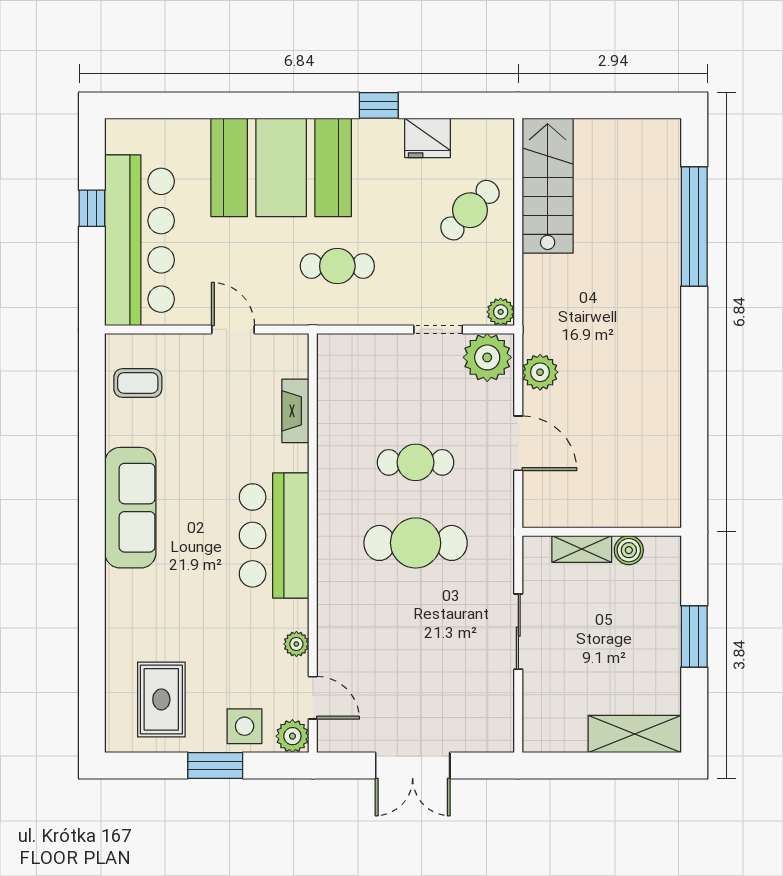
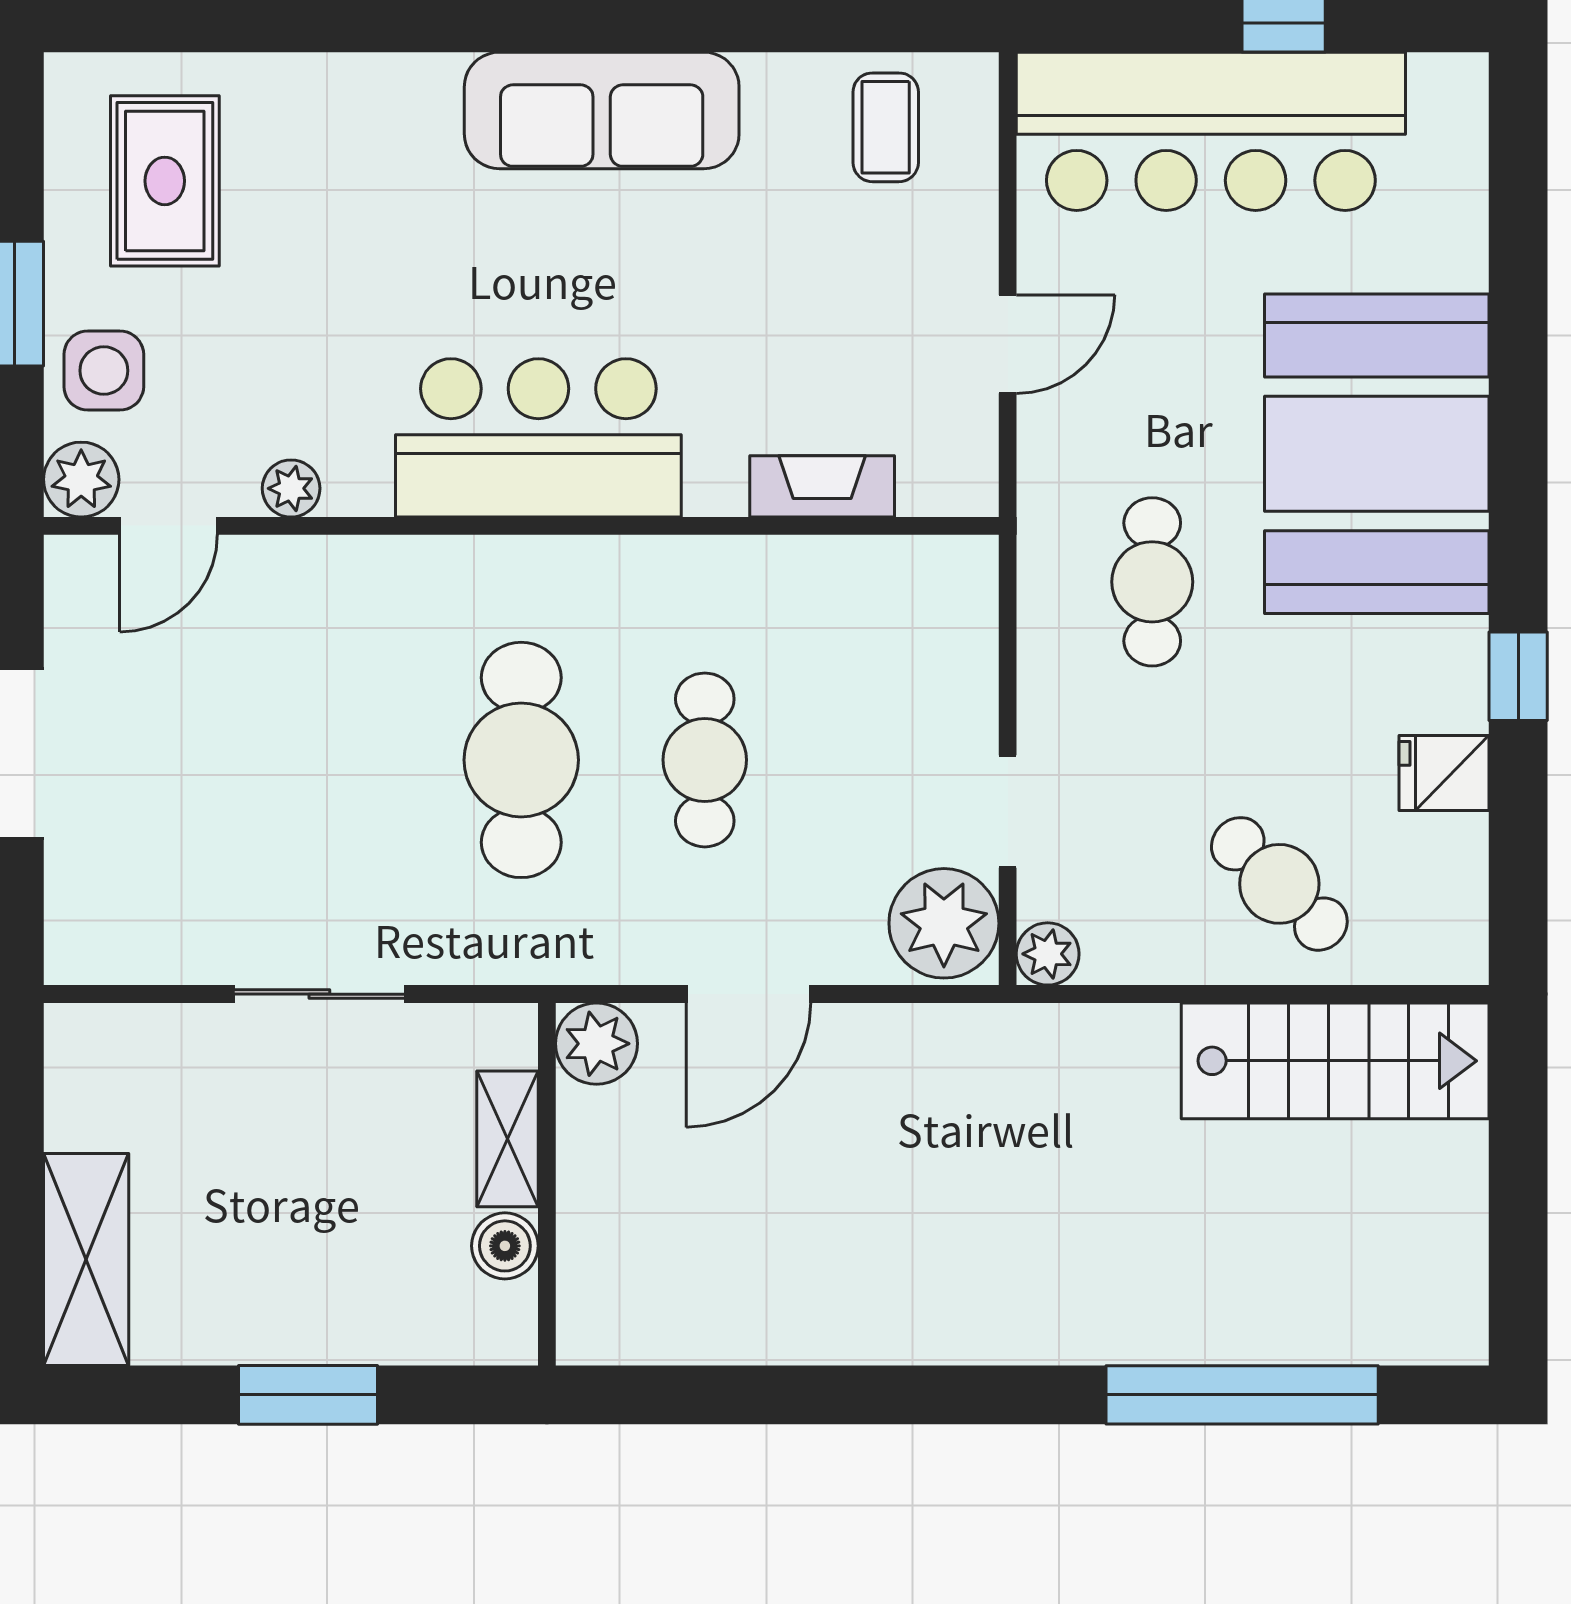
fridge: (428, 138) -> (1444, 773), width x0.72
plant: (540, 372) -> (596, 1044), moved
rug: (161, 699) -> (165, 181), turned 90

